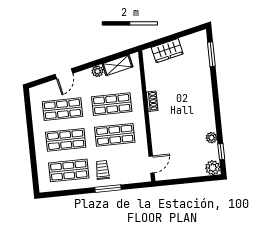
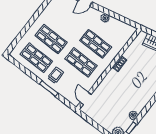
shelving: (118, 65) -> (119, 25), removed
shop shelf: (63, 109) -> (66, 20), removed
door: (152, 164) -> (86, 98), swing flipped

